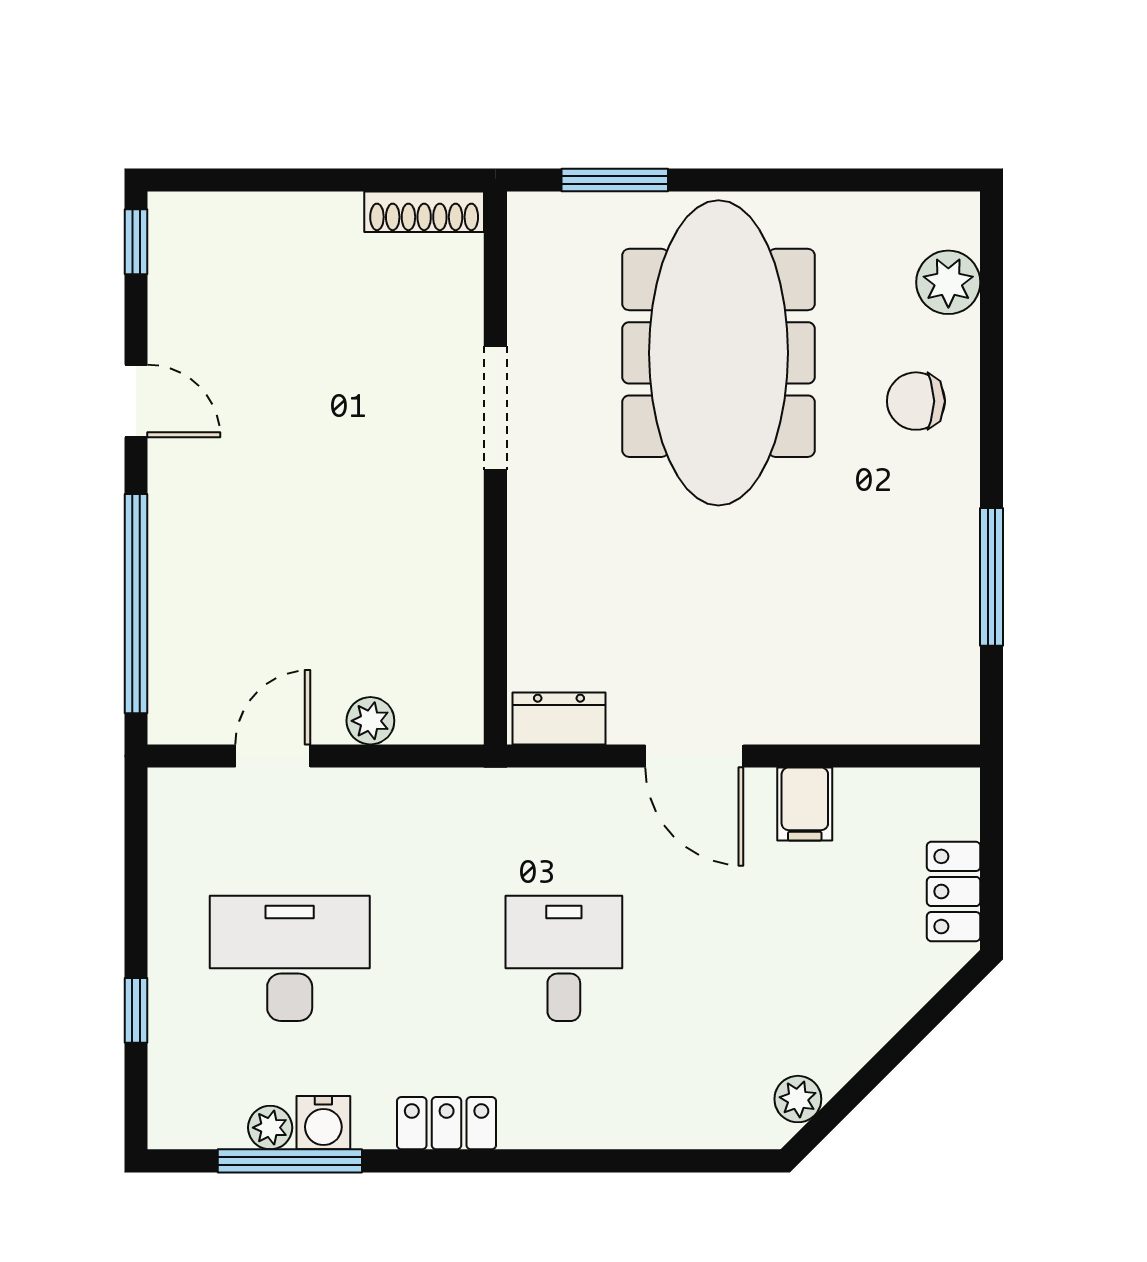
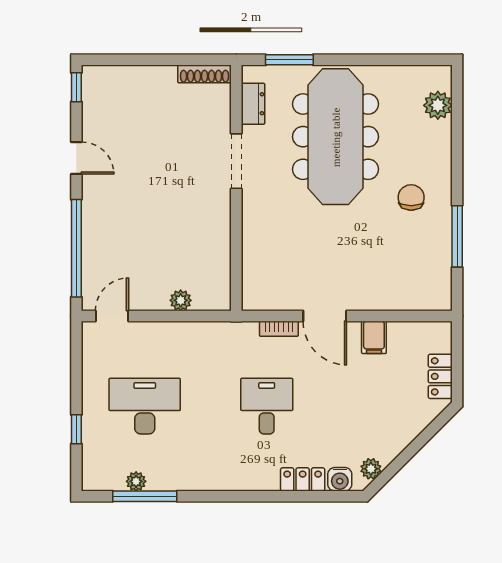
chair: (916, 401) -> (411, 197), moved, turned 90
dresser: (559, 718) -> (253, 104), moved, turned 90
door: (273, 756) -> (112, 316), moved
bookcase: (591, 785) -> (279, 329), added
water cooler: (323, 1123) -> (340, 479), moved
locker: (447, 1123) -> (303, 479), moved

